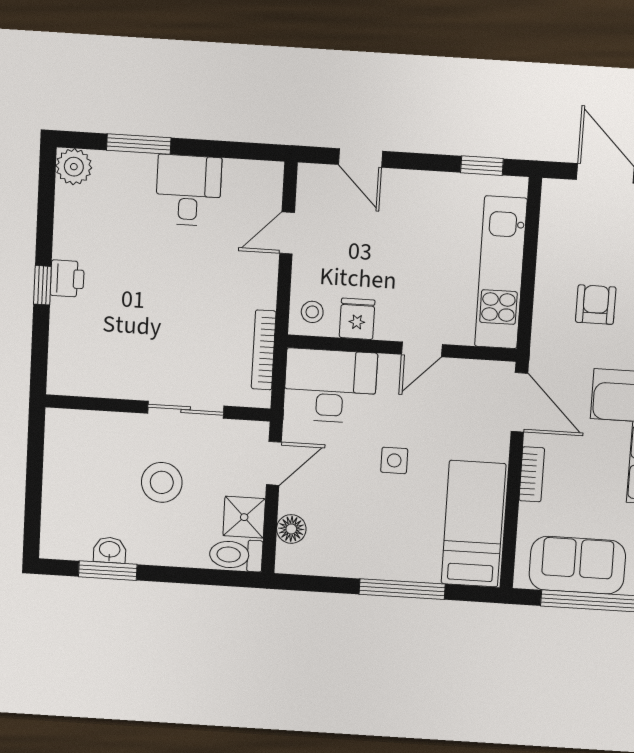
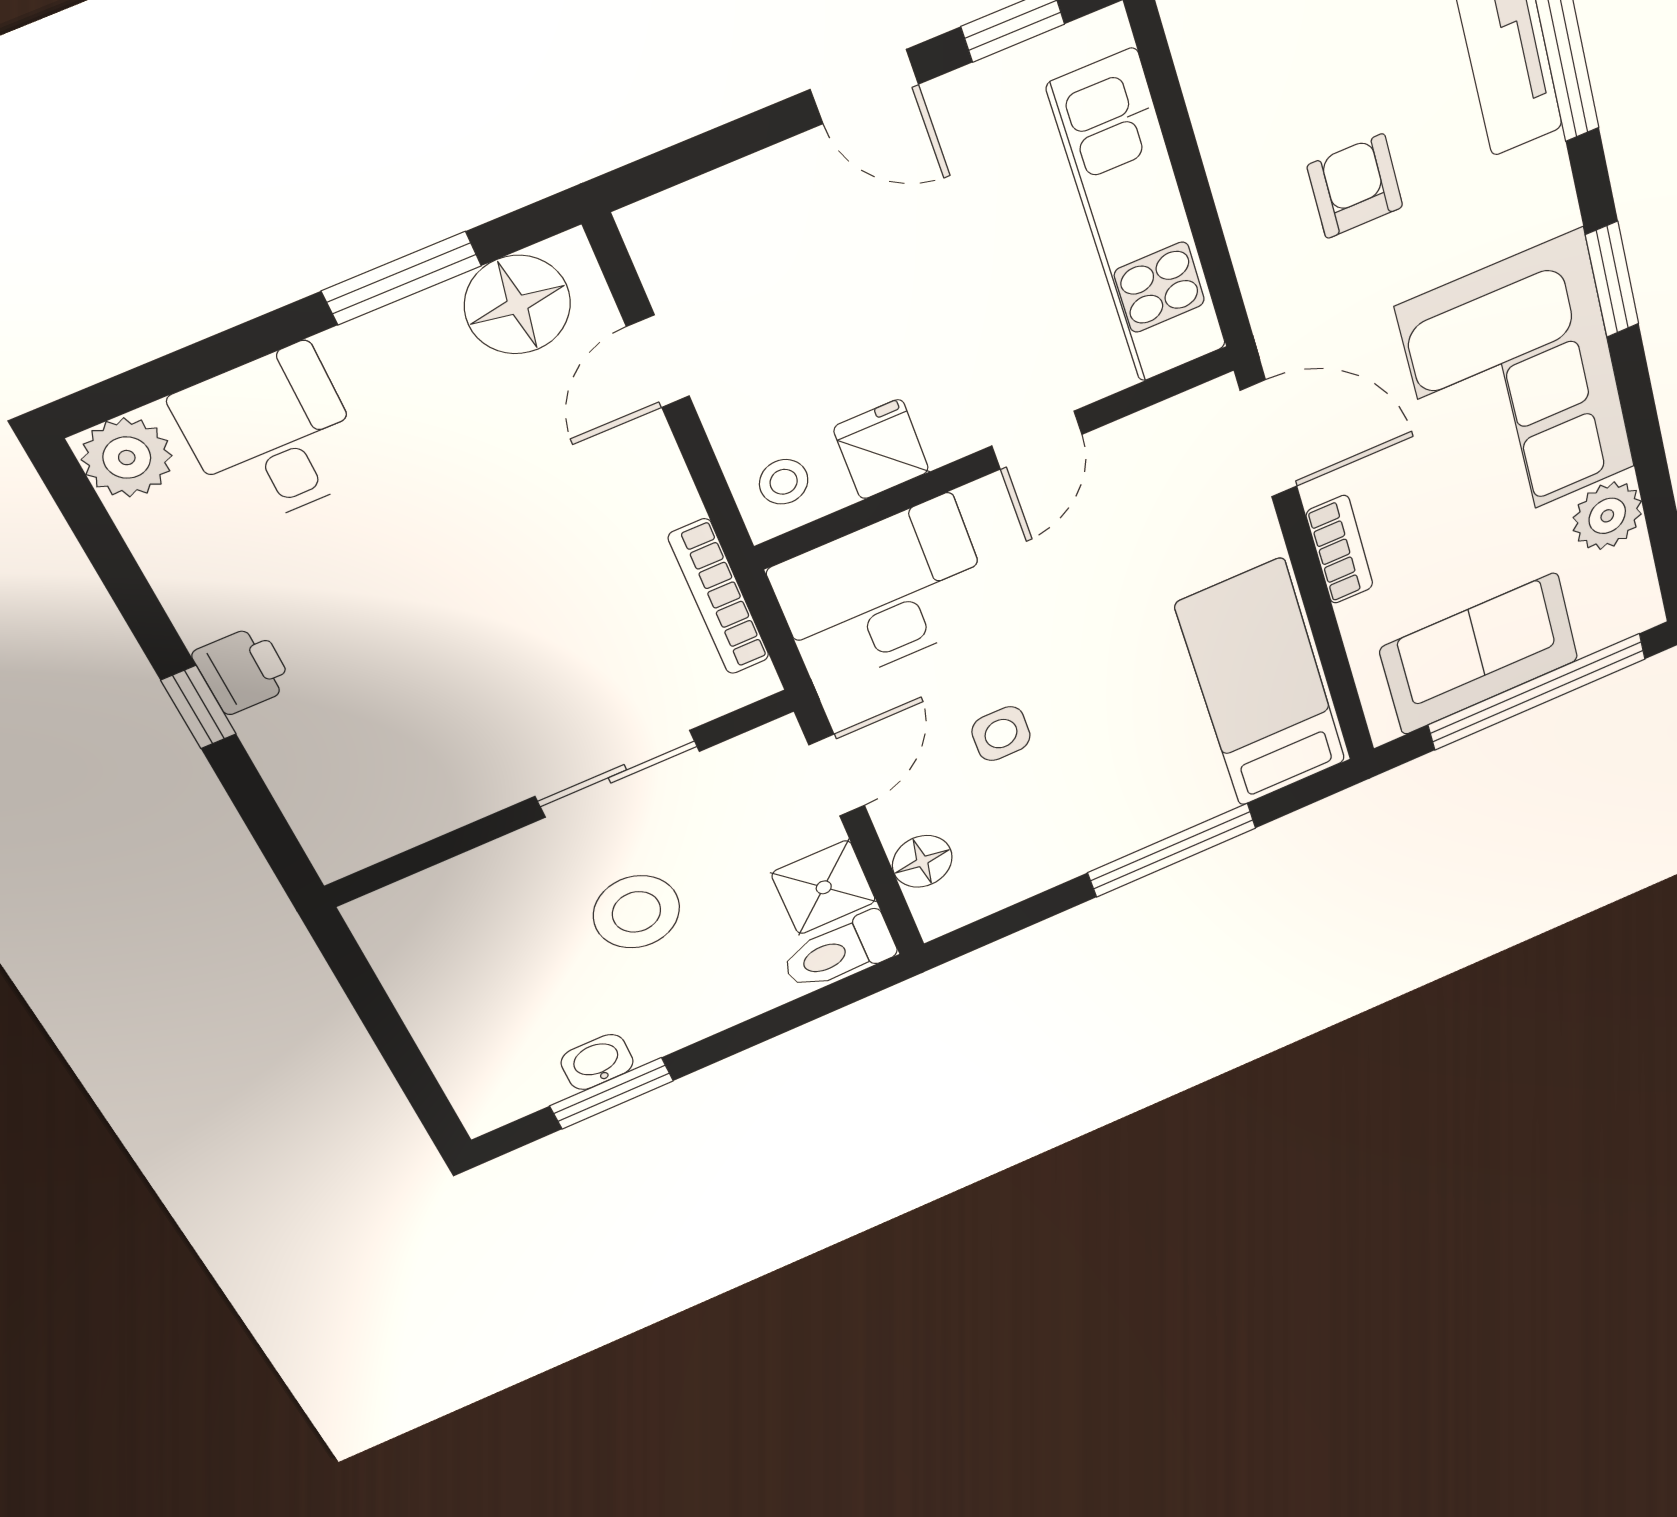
window: (139, 144) -> (402, 278), moved
door: (361, 158) -> (864, 87), moved
floor lamp: (246, 181) -> (517, 305), added
desk: (189, 190) -> (272, 437), moved
side table: (394, 460) -> (1001, 734), moved

